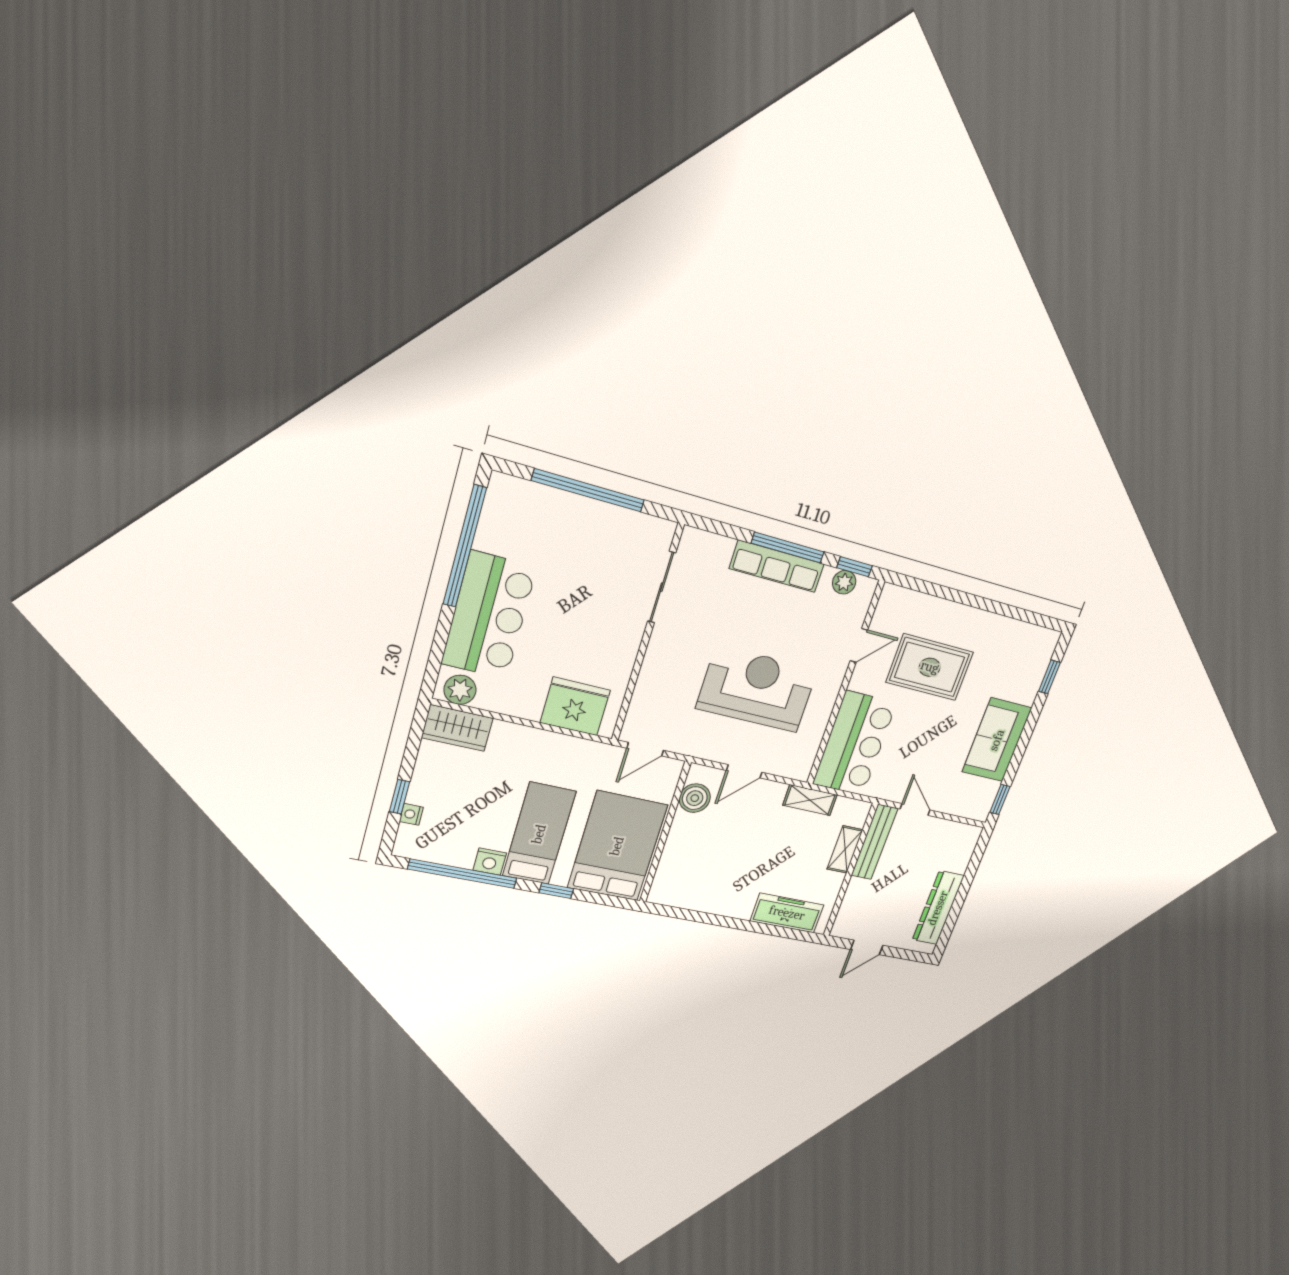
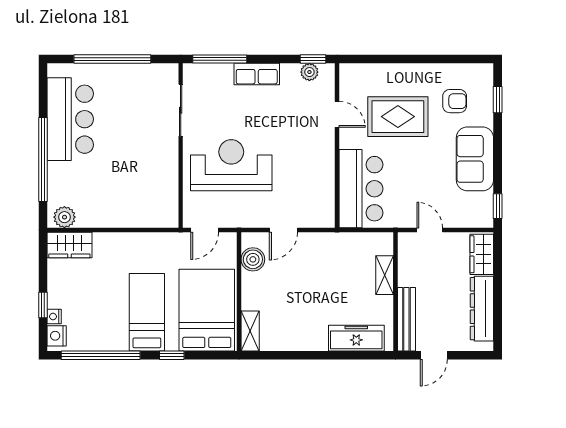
window: (465, 546) -> (43, 160), moved
window: (788, 548) -> (220, 59), moved
row of seats: (777, 566) -> (257, 74), width x0.68
bar counter: (489, 616) -> (70, 119), moved
door: (859, 645) -> (337, 114), hinge flipped
armchair: (1001, 666) -> (455, 101), added
reception desk: (757, 689) -> (231, 165), moved
fridge: (575, 706) -> (146, 210), removed
shelving: (810, 800) -> (250, 331), moved, turned 90
bench: (874, 842) -> (406, 319), moved
wardrobe: (961, 849) -> (482, 254), added
nightstand: (490, 862) -> (57, 336), moved, turned 90

